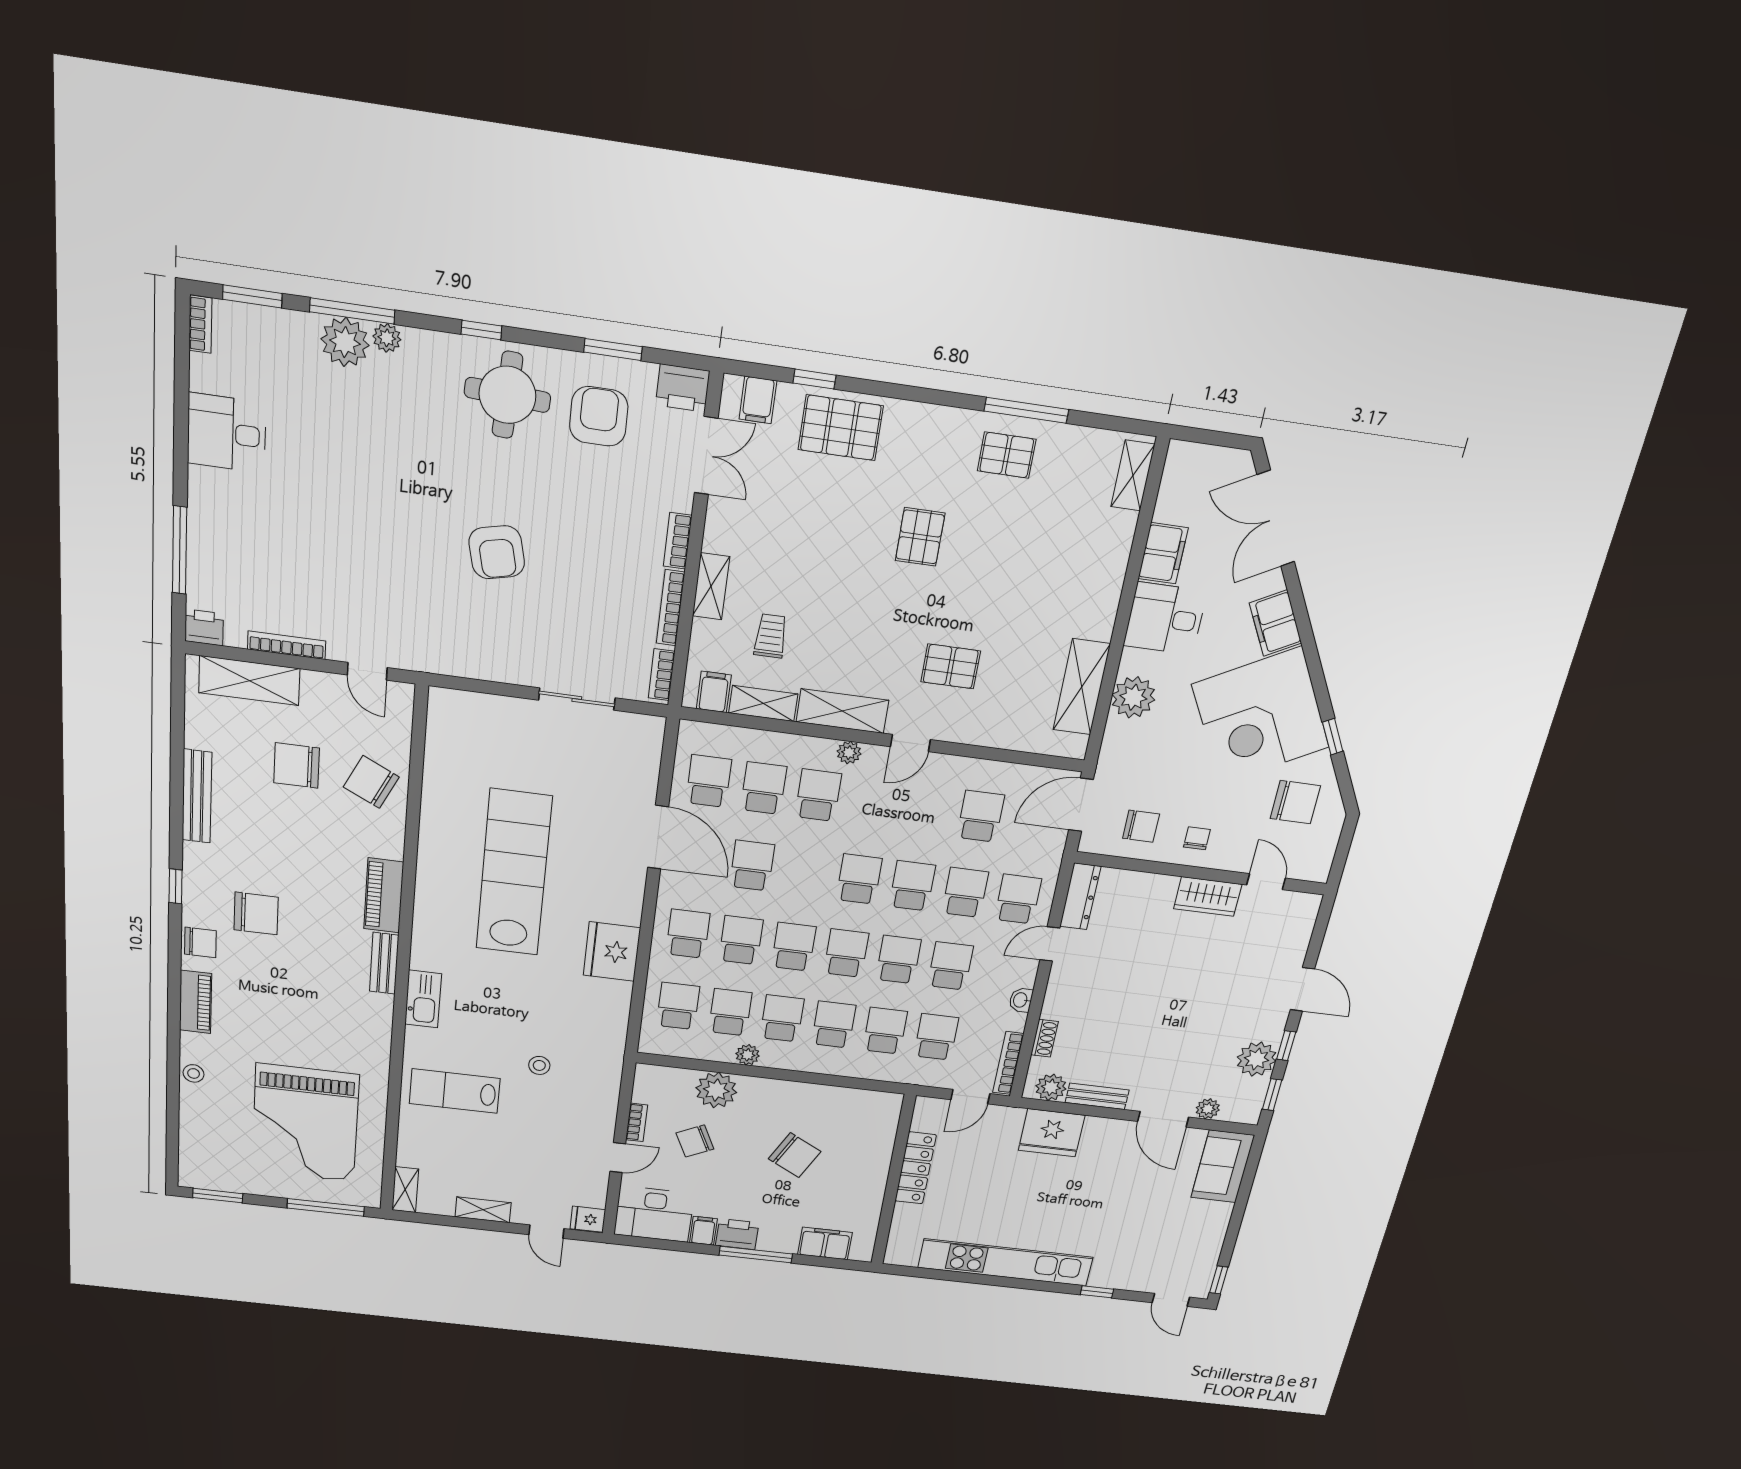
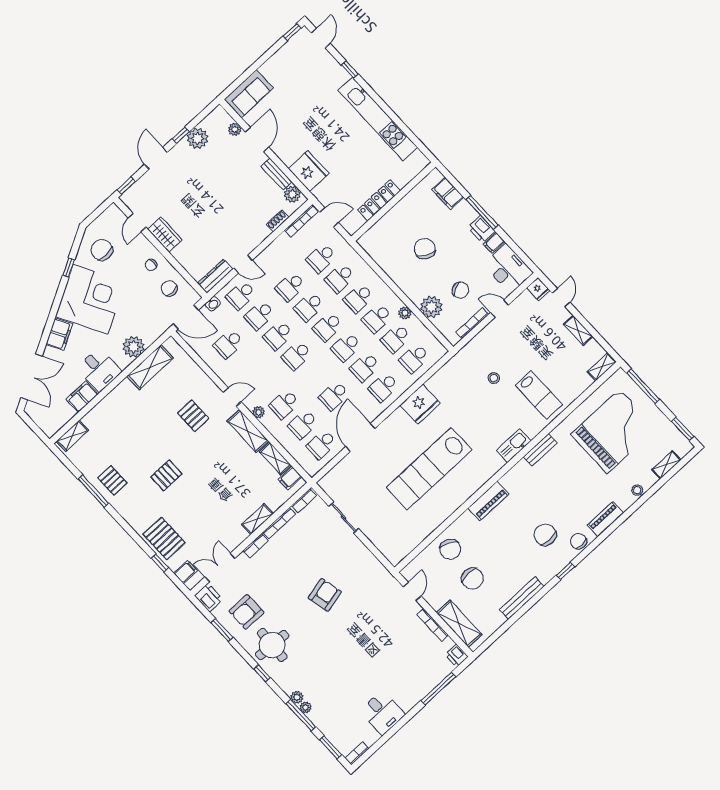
plant: (345, 342) -> (306, 707), width x0.53, depth x0.53
trolley: (771, 636) -> (251, 482), removed
bench: (384, 963) -> (540, 450), moved
washbasin: (1021, 1000) -> (213, 304), moved
window: (1272, 1095) -> (126, 186), moved
bookcase: (637, 1122) -> (472, 323), width x1.56
shelving: (190, 1136) -> (666, 465), added

